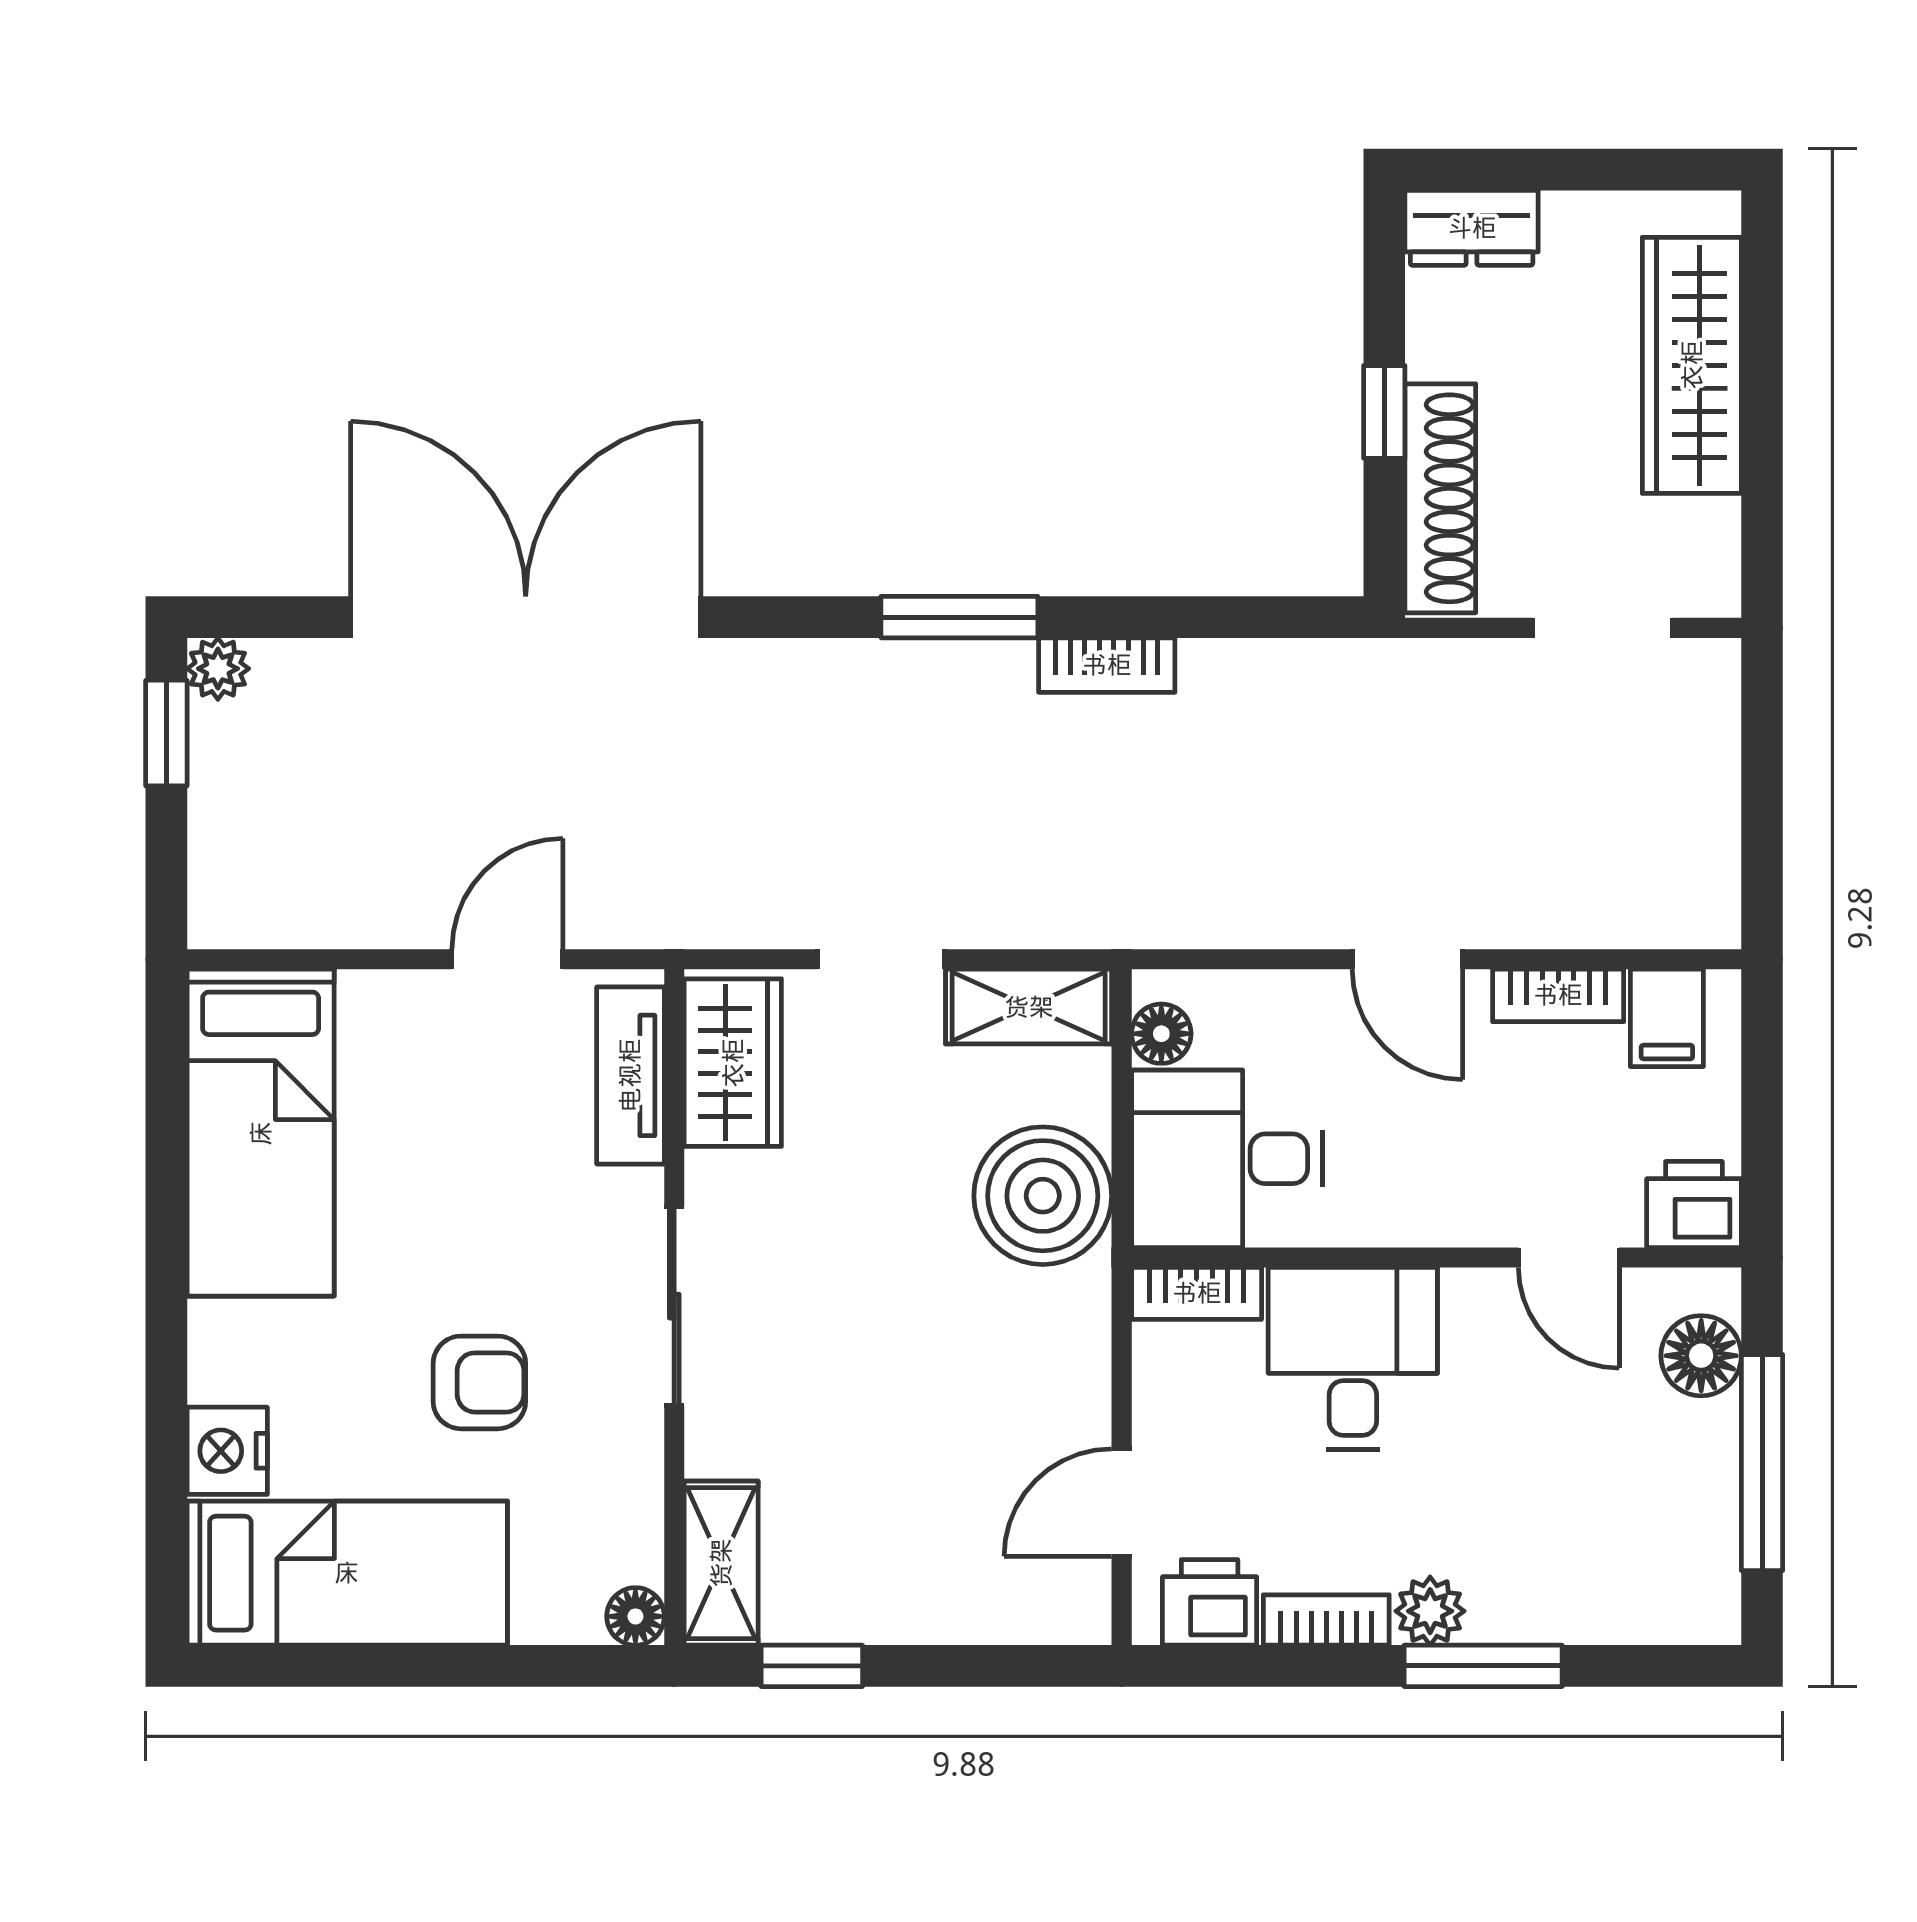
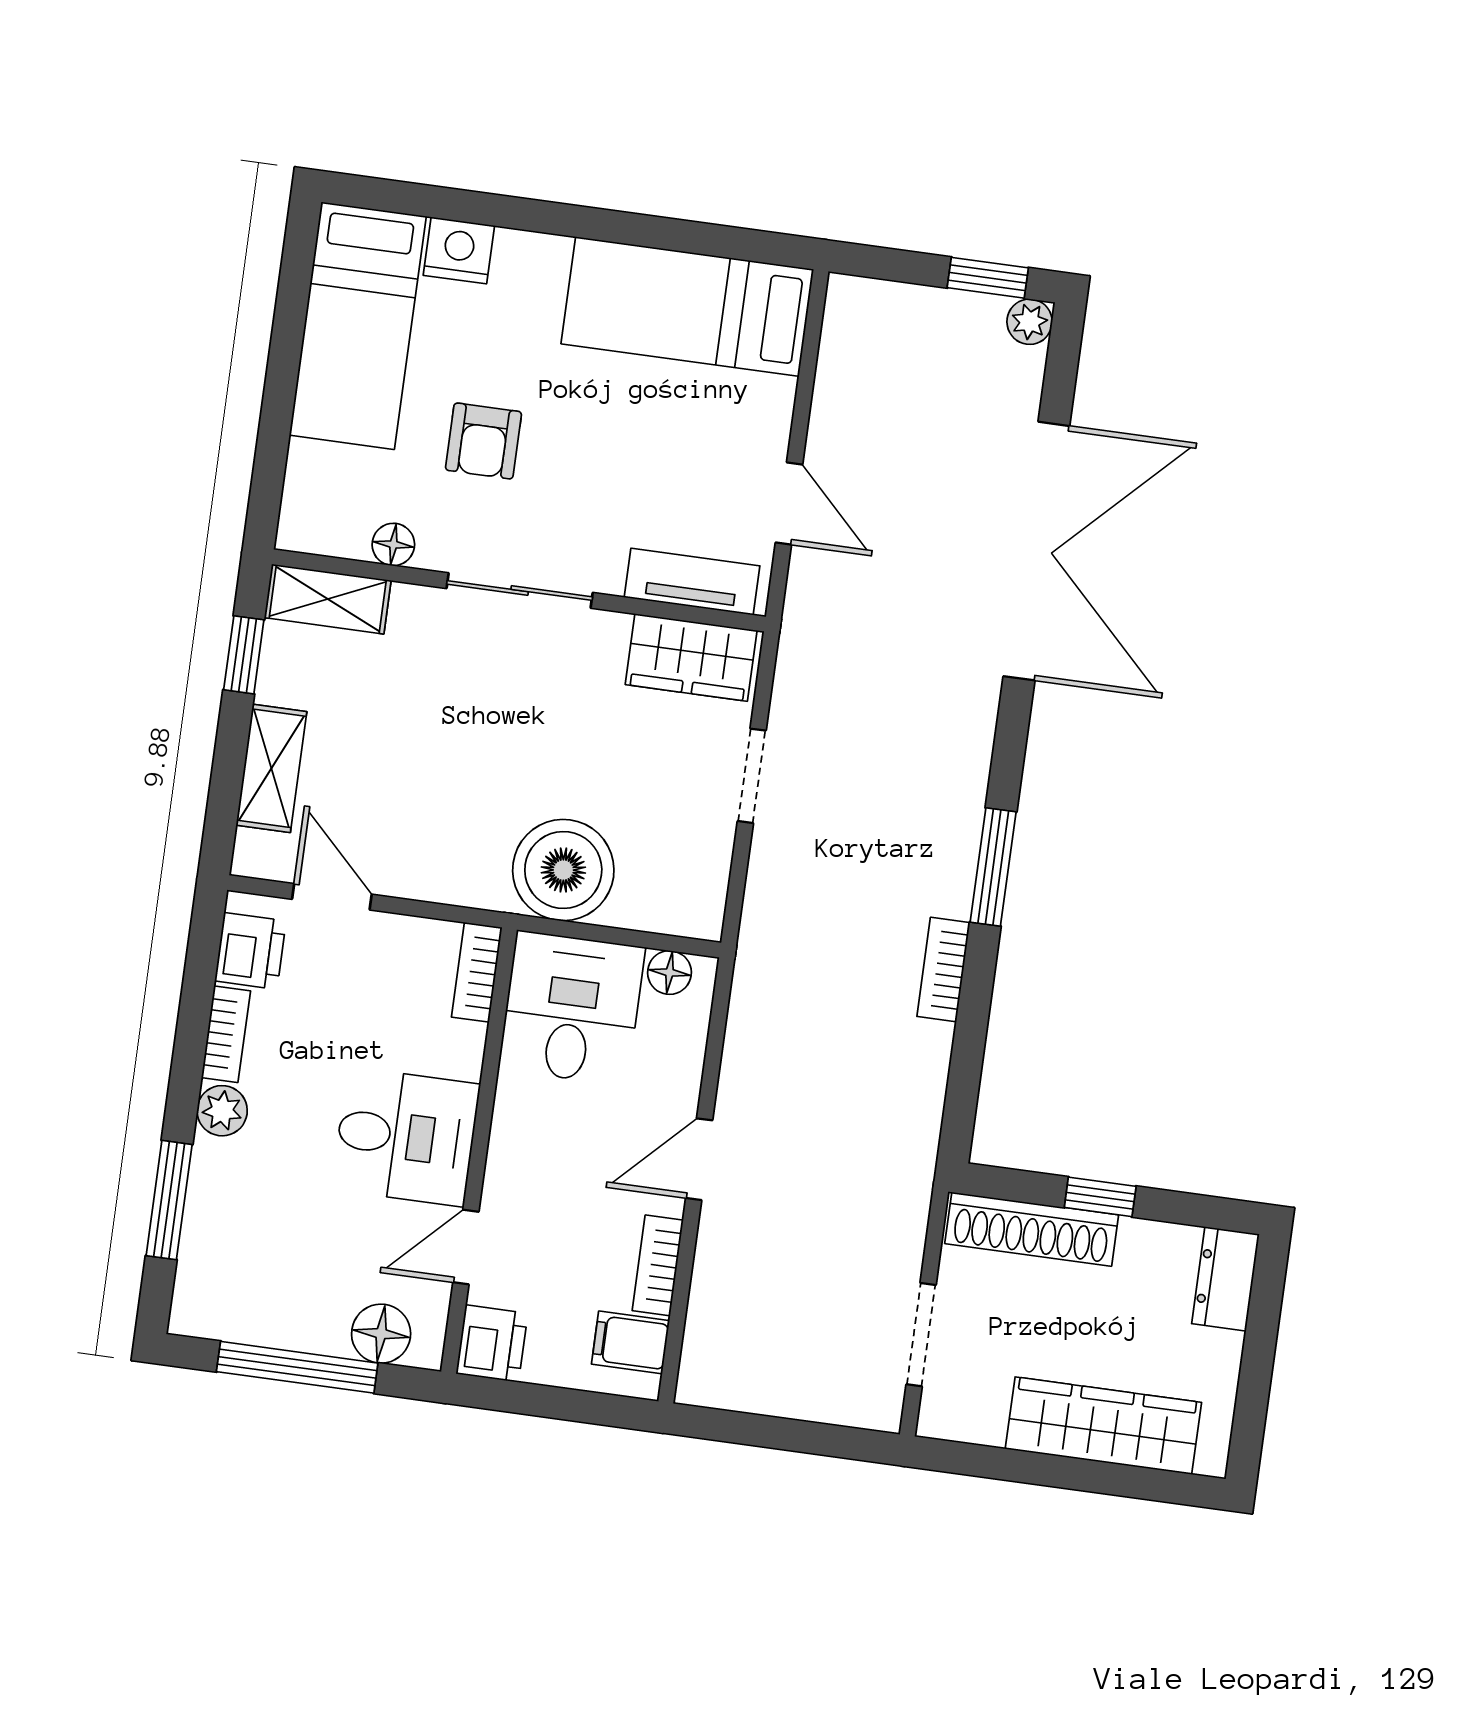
shelving: (1029, 1007) -> (271, 768), moved
desk: (1353, 1359) -> (406, 1137), moved
floor lamp: (635, 1616) -> (393, 544), moved
window: (1483, 1666) -> (169, 1200), moved

